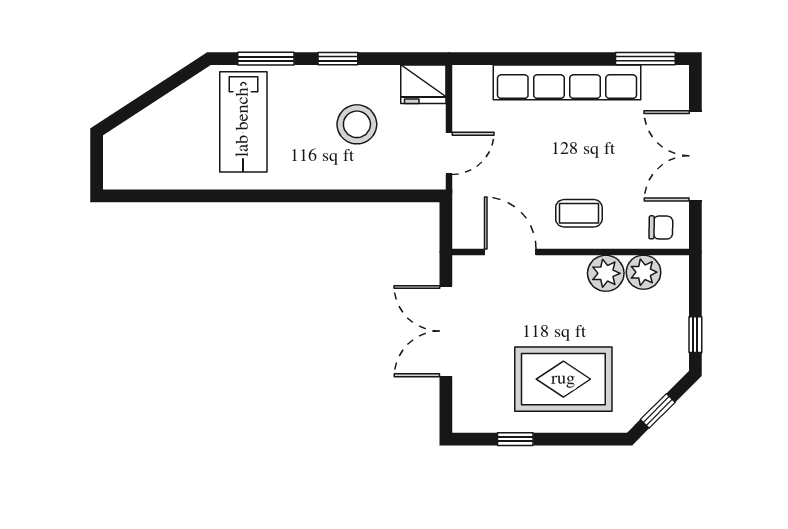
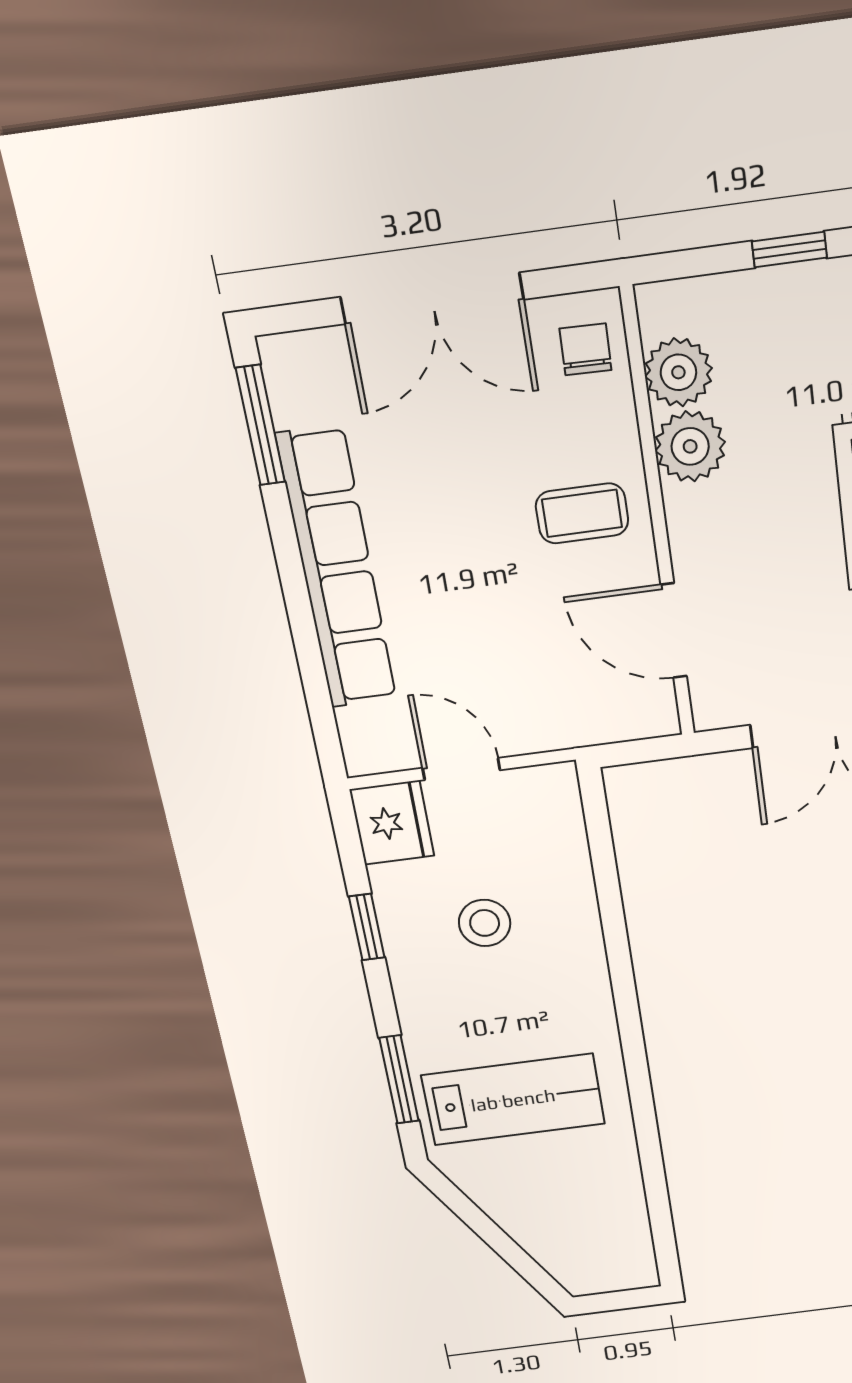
window: (338, 59) -> (367, 927), moved
stool: (357, 124) -> (485, 923), width x0.73, depth x0.73
door: (449, 153) -> (461, 769), moved
coffee table: (579, 213) -> (582, 513), turned 90
door: (510, 252) -> (674, 631), hinge flipped

